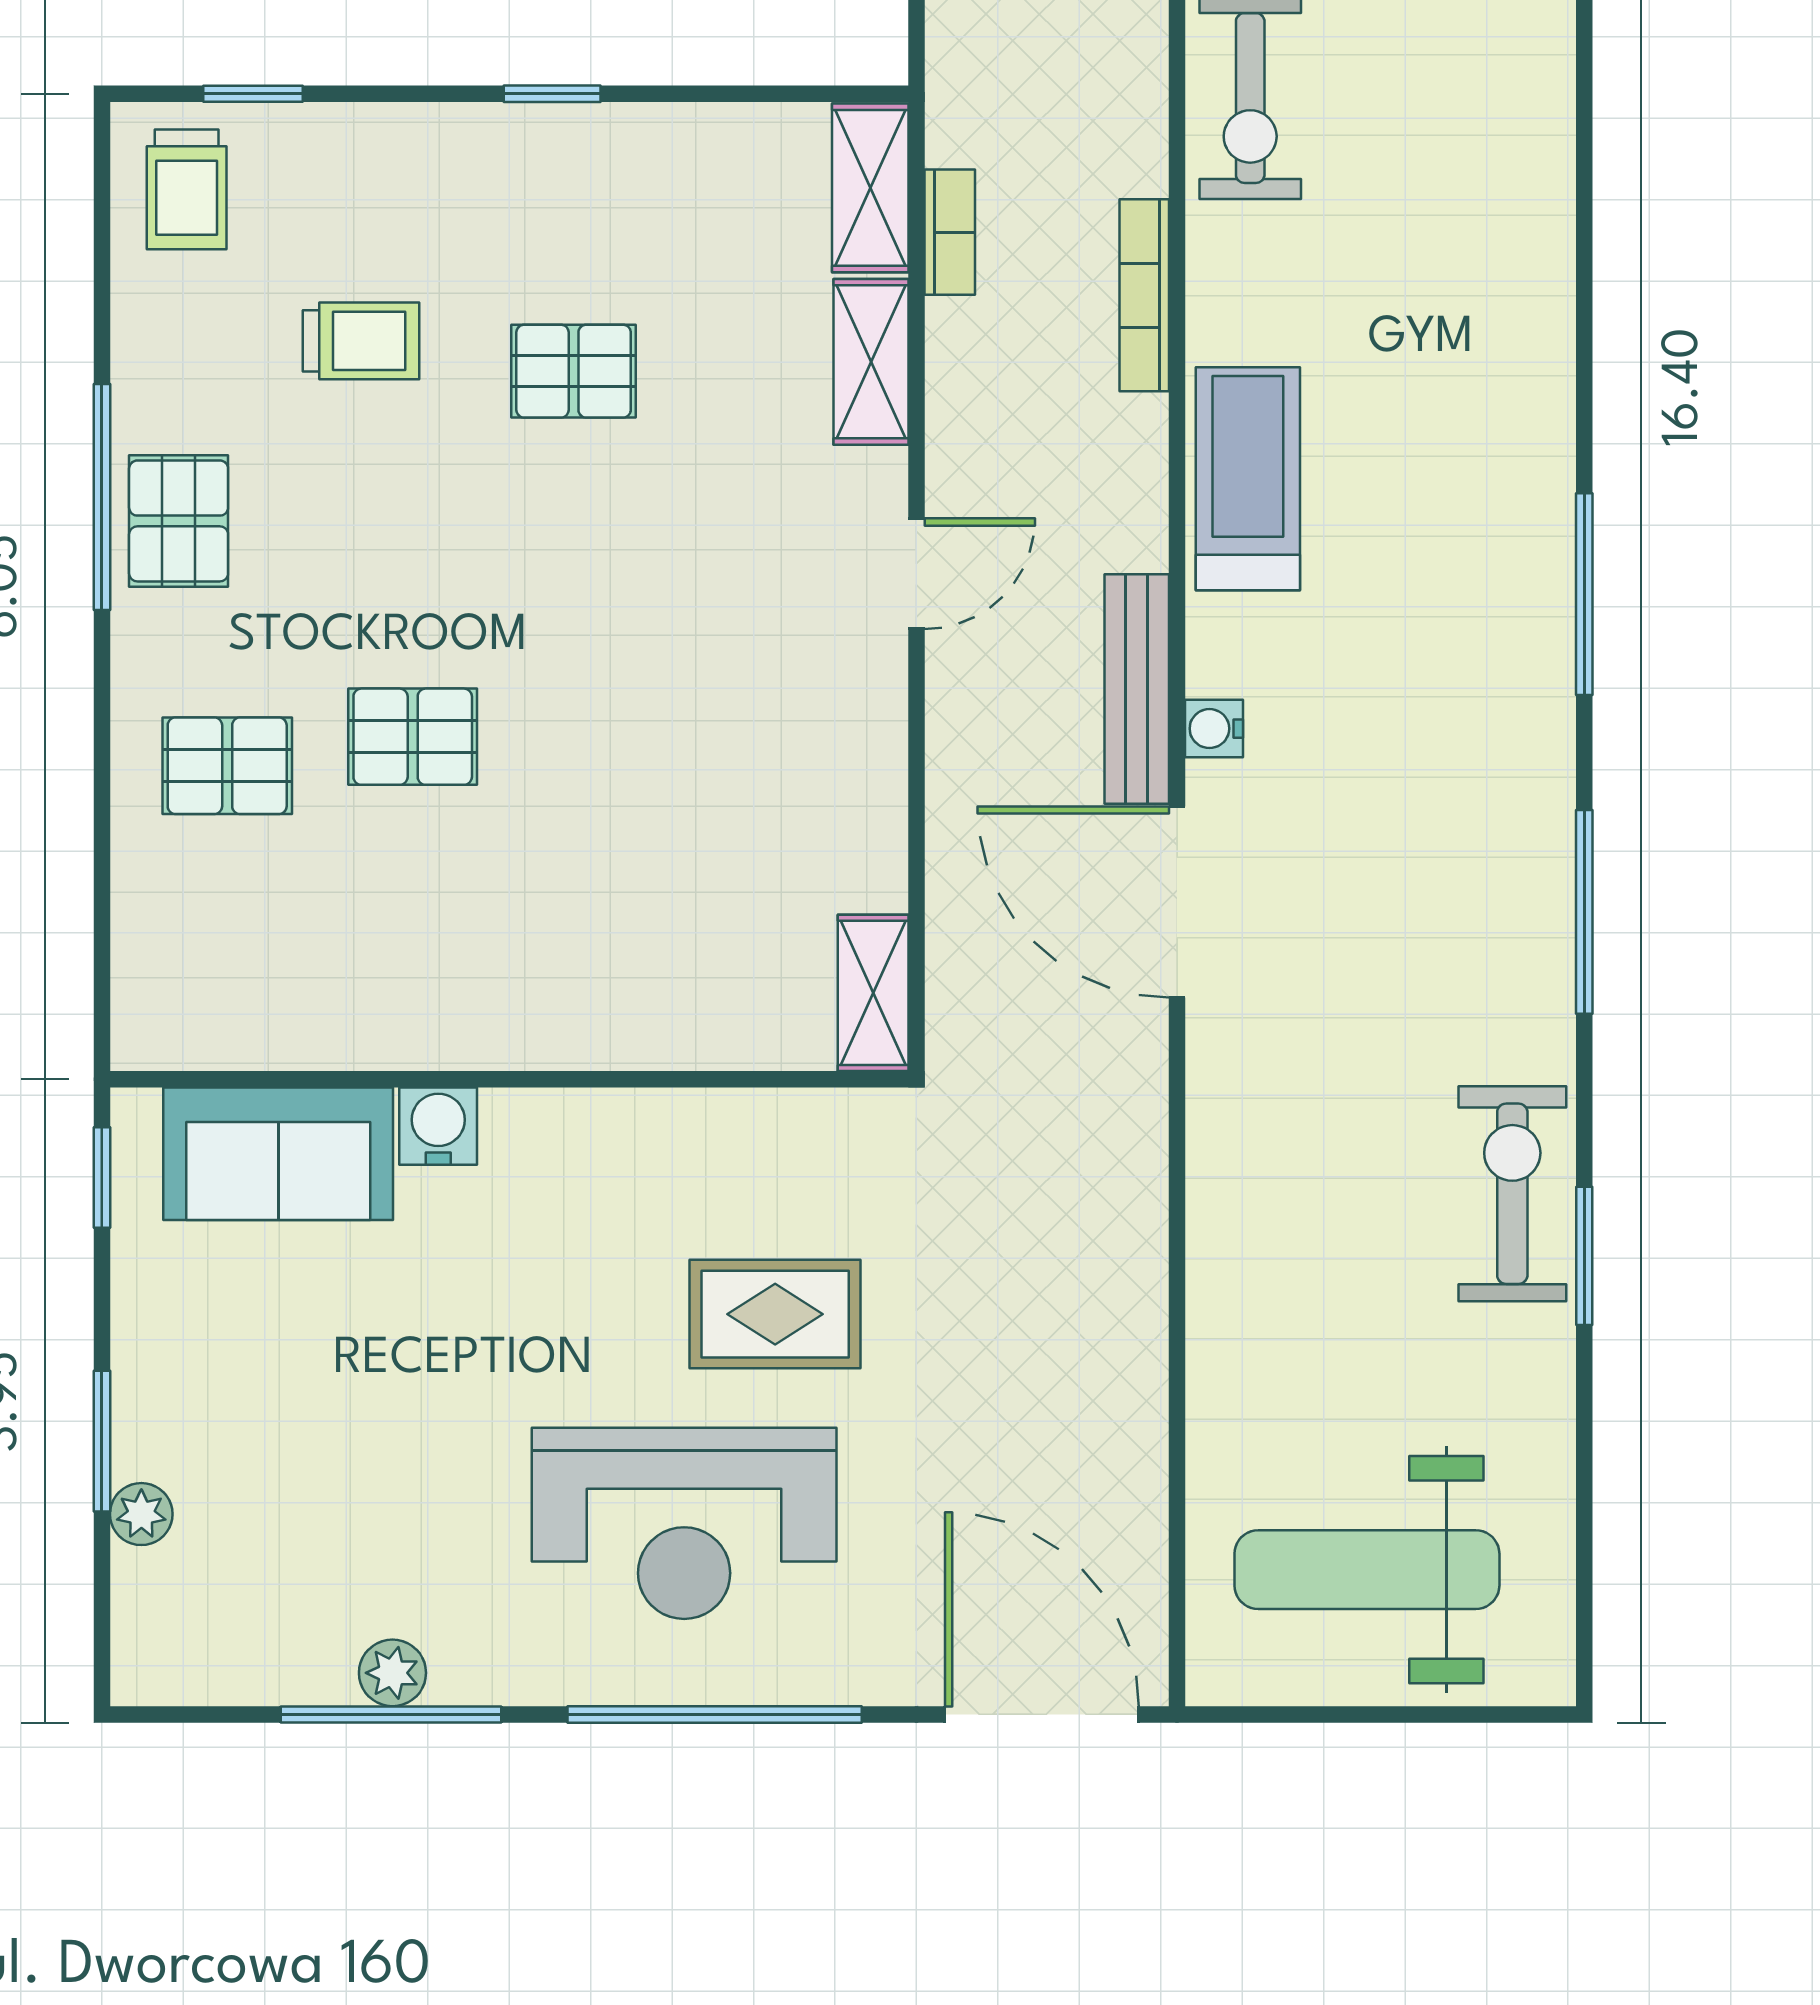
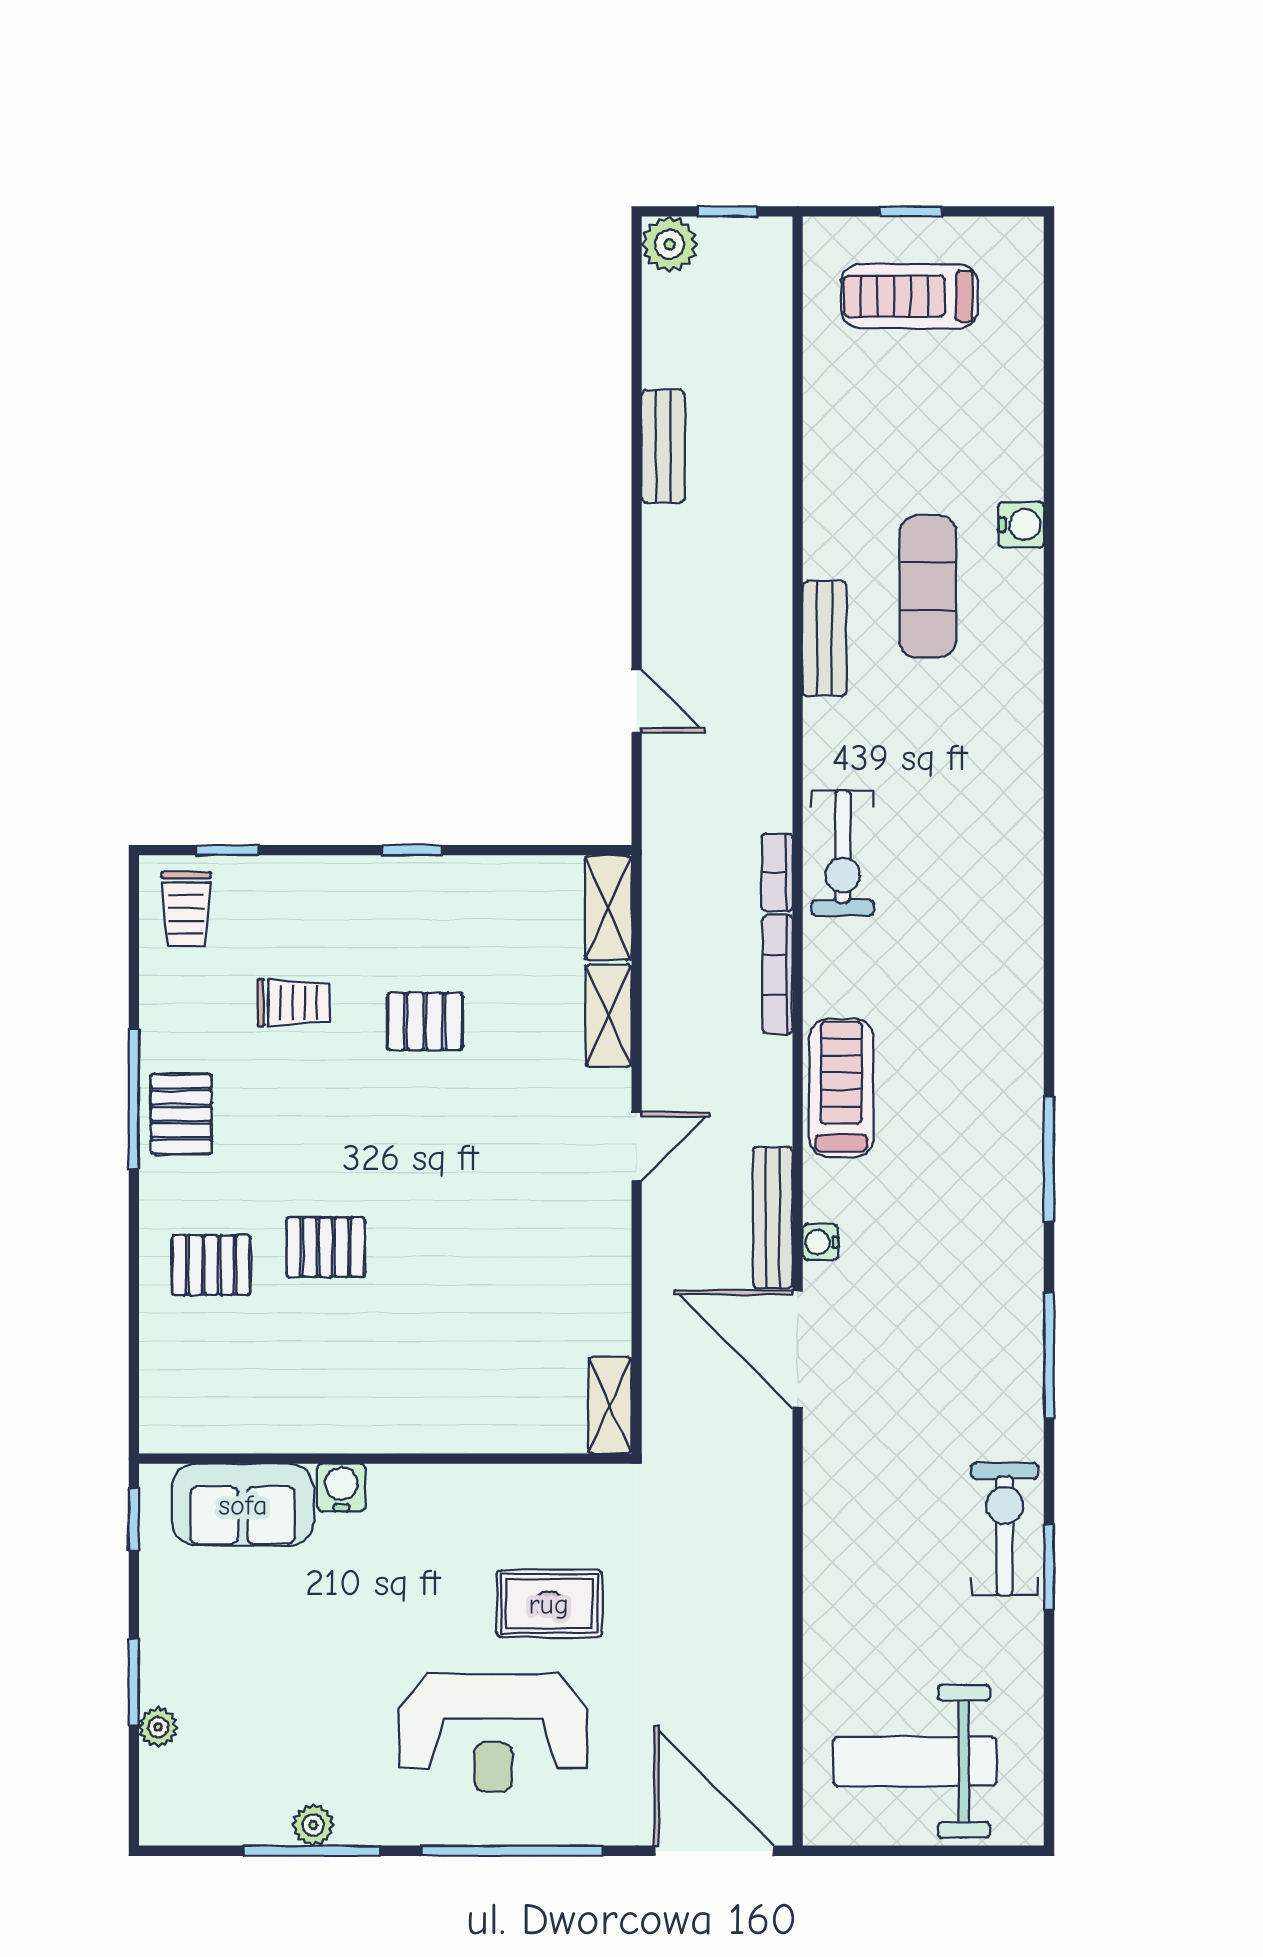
bookcase: (950, 232) -> (777, 872), moved, turned 180

